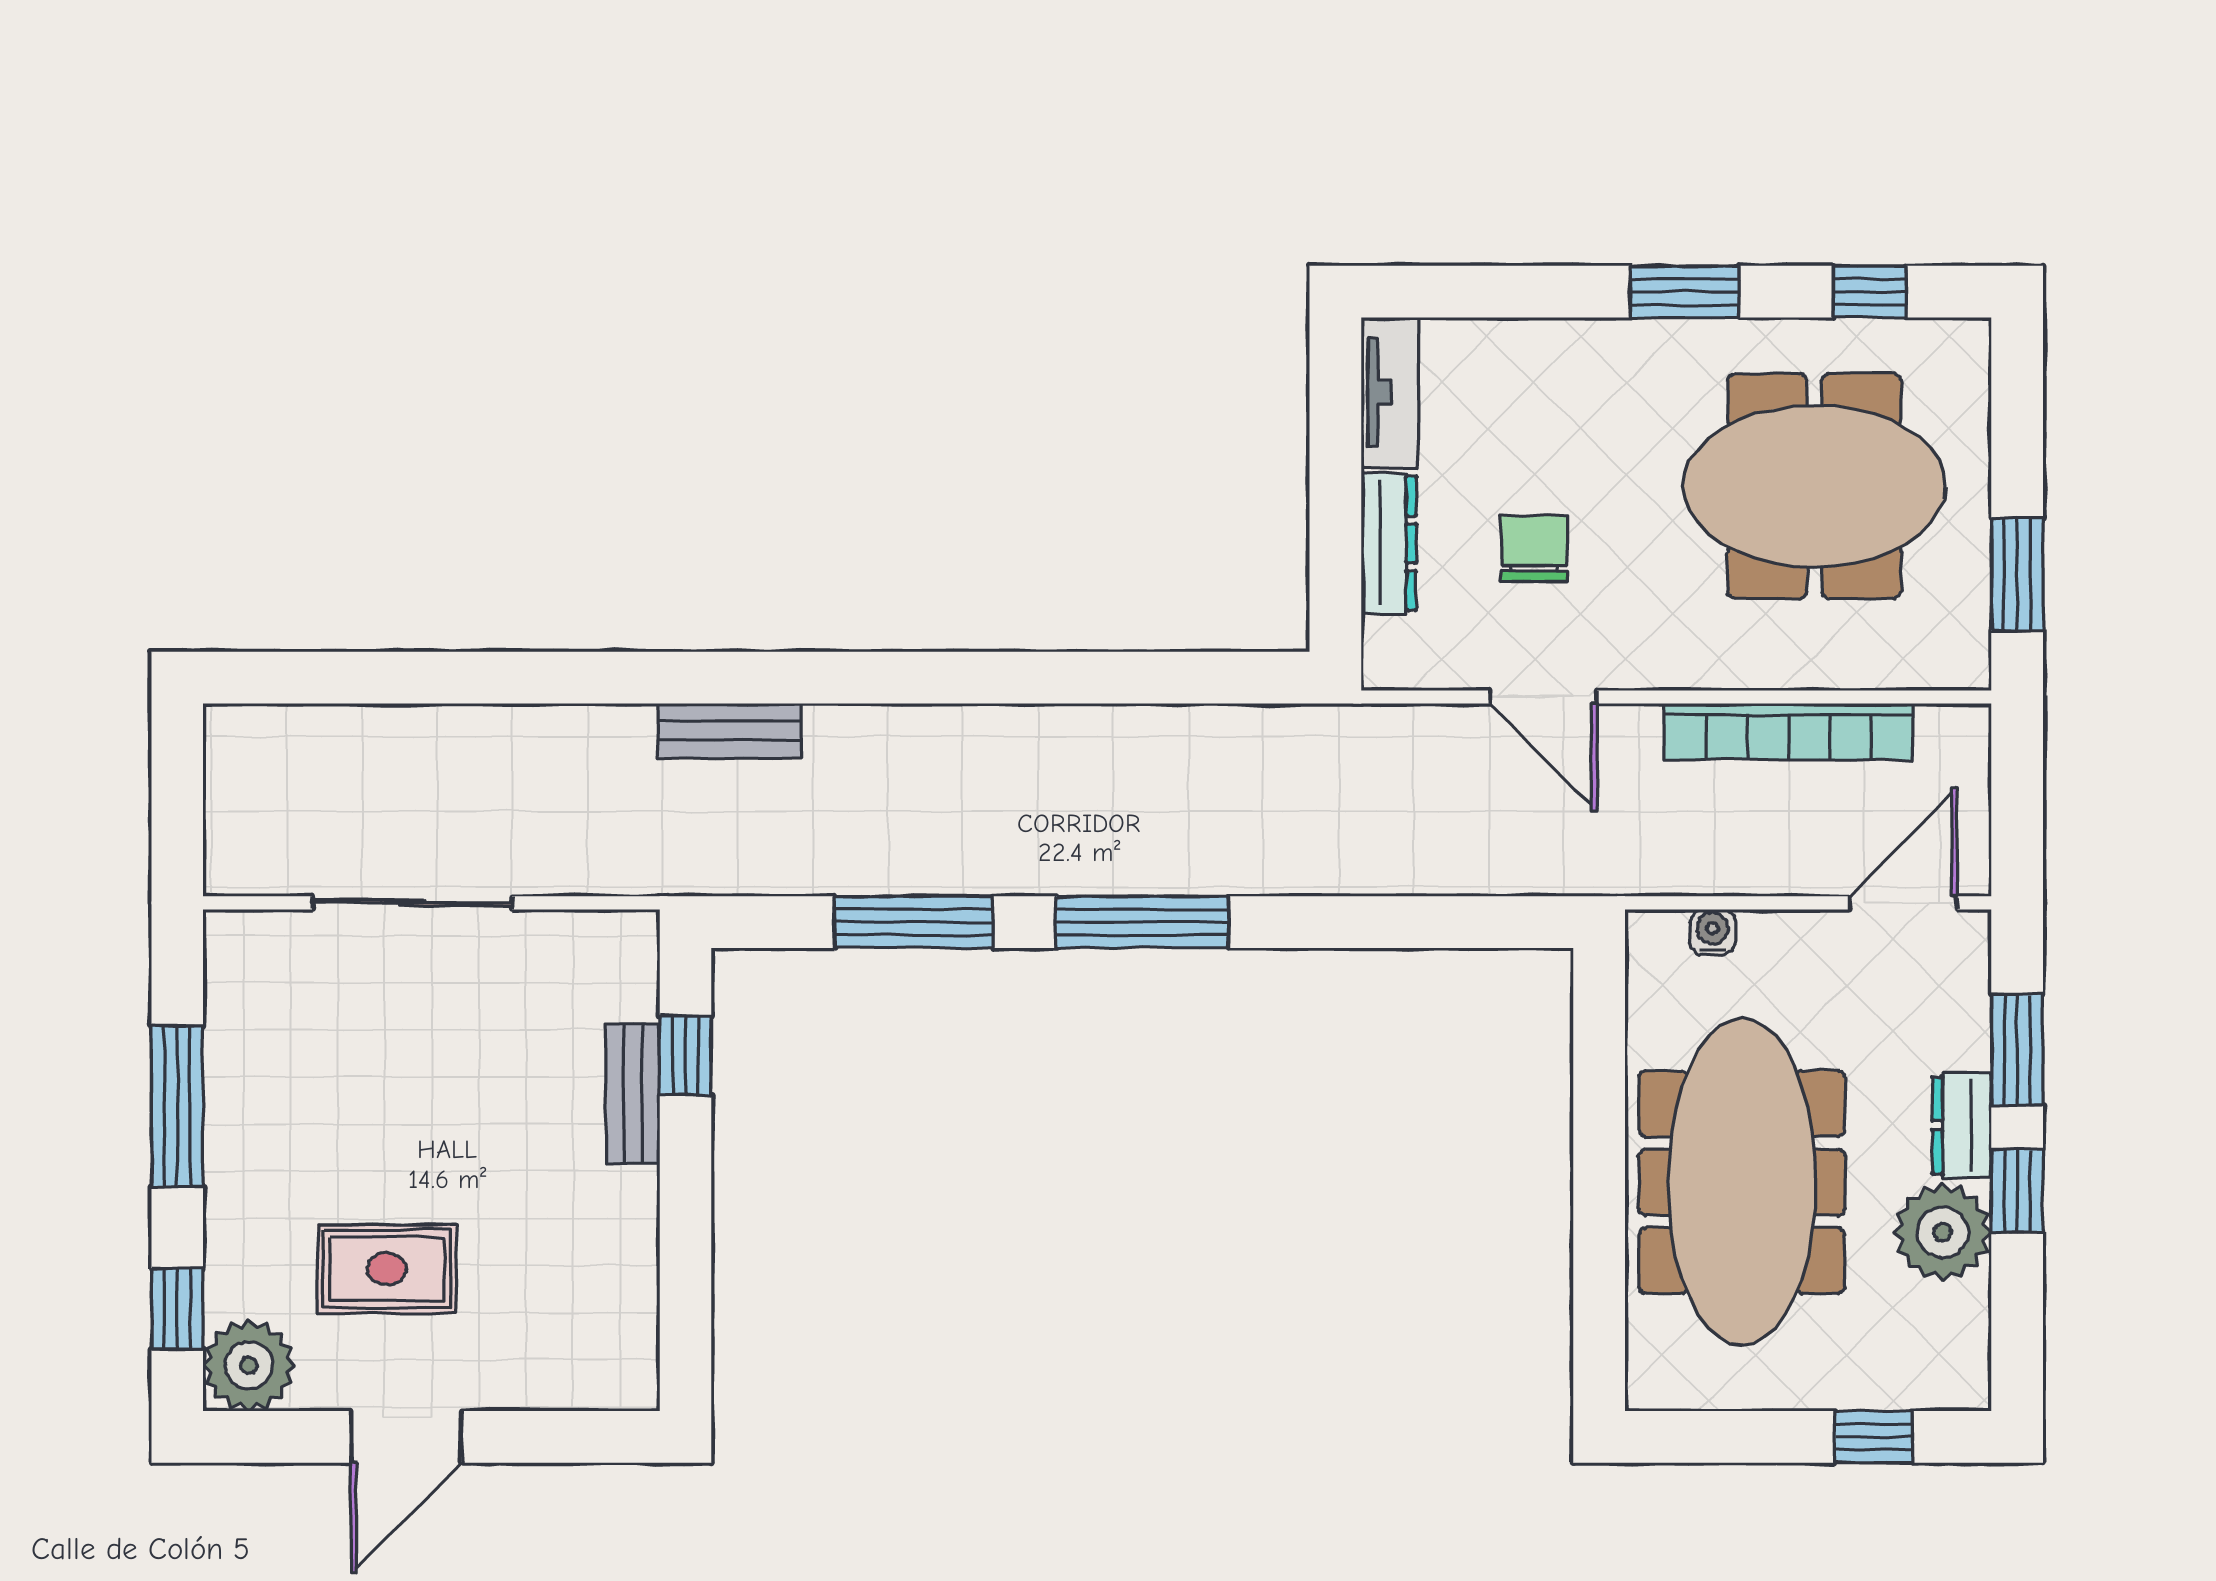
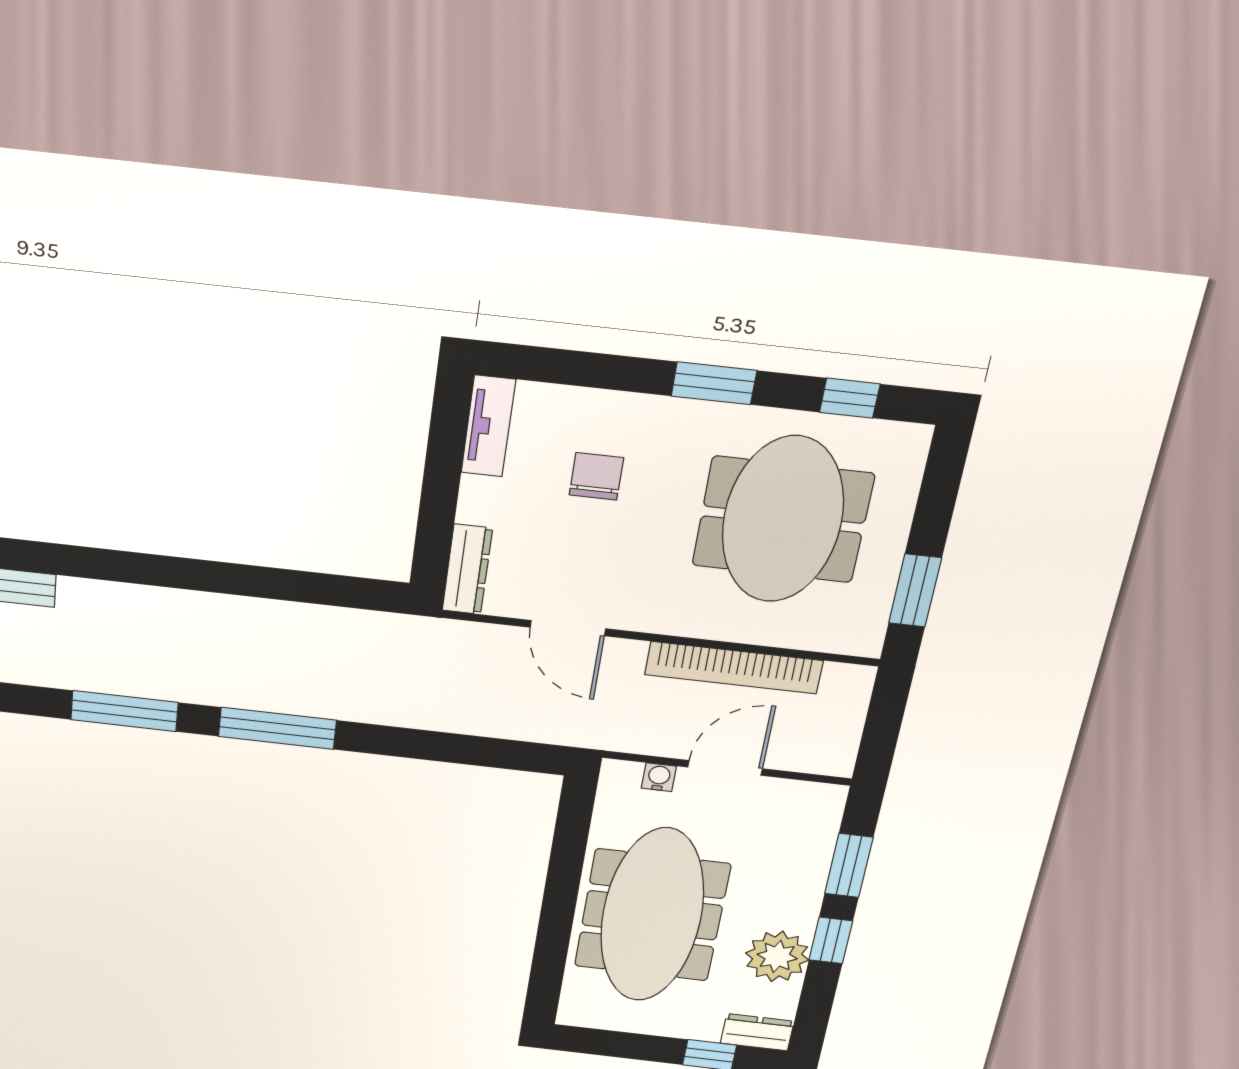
meeting table: (1814, 486) -> (783, 520), turned 90
dresser: (1389, 543) -> (467, 569), moved
chair: (1534, 548) -> (596, 476), moved
door: (1903, 903) -> (725, 768), moved
dresser: (1962, 1125) -> (757, 1032), moved, turned 90

